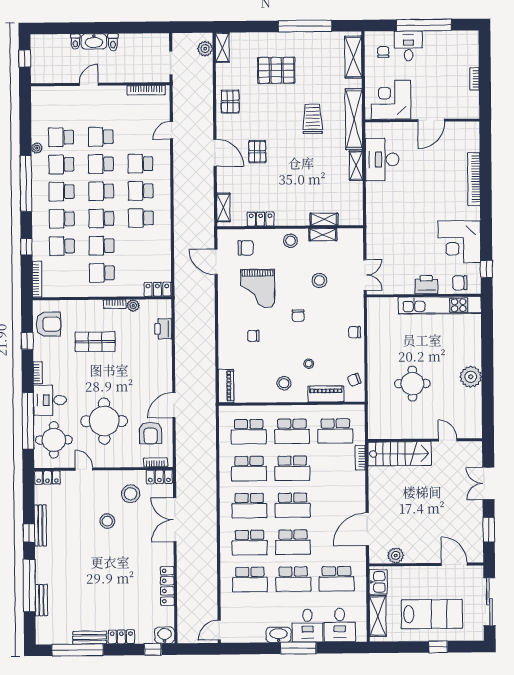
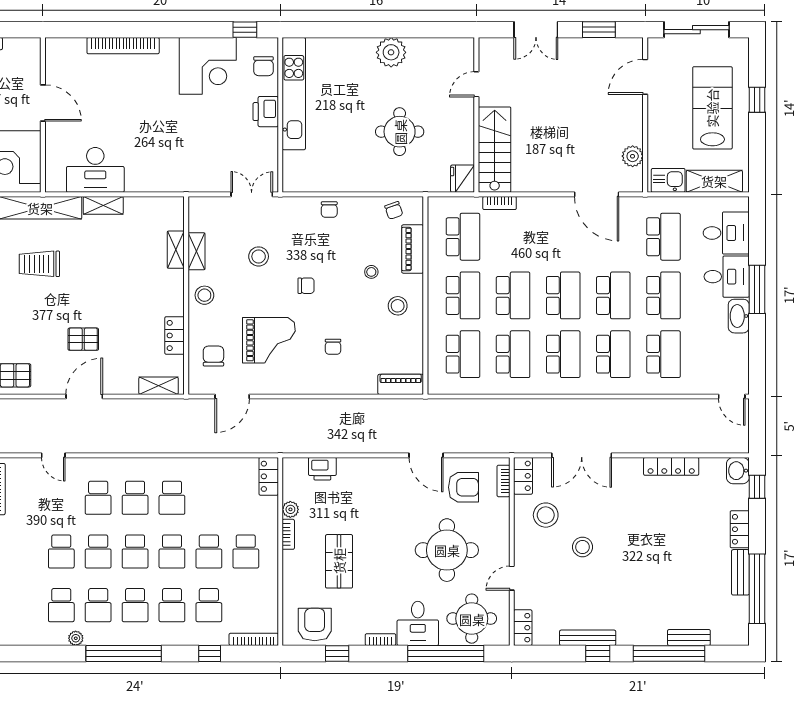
fridge: (378, 430) -> (463, 179), added

